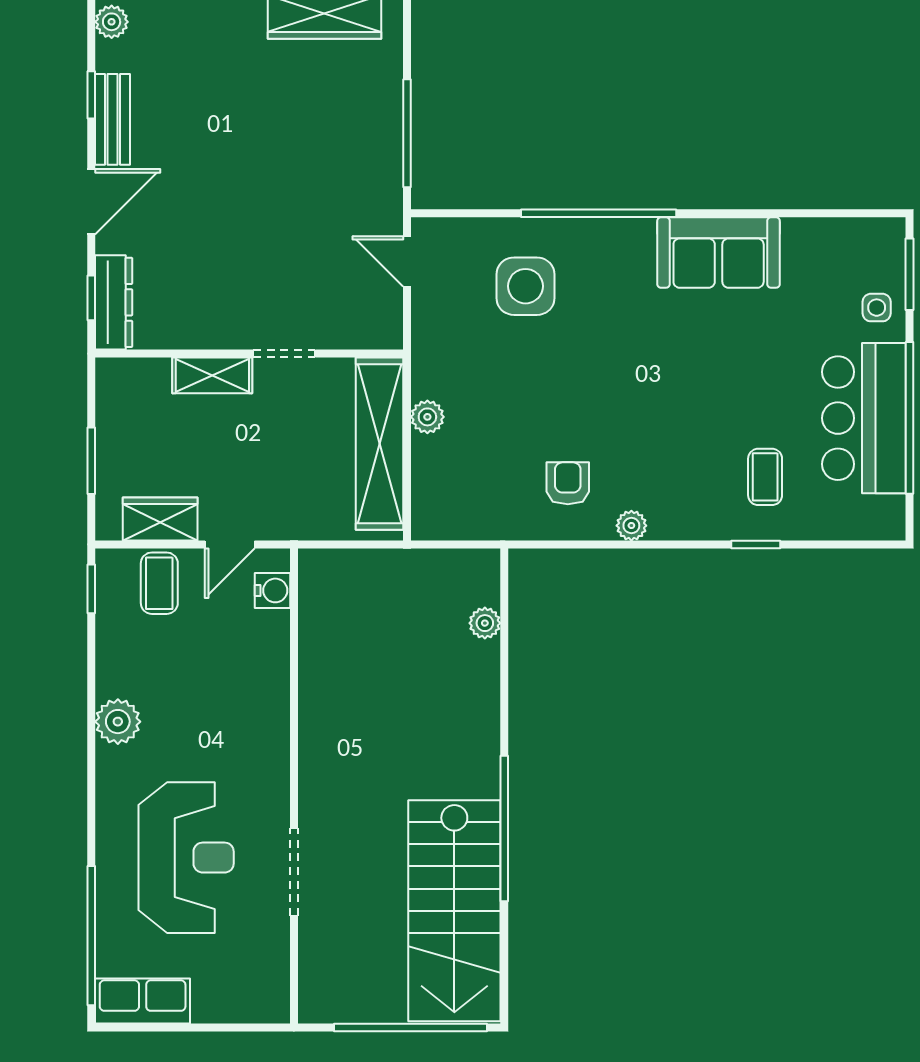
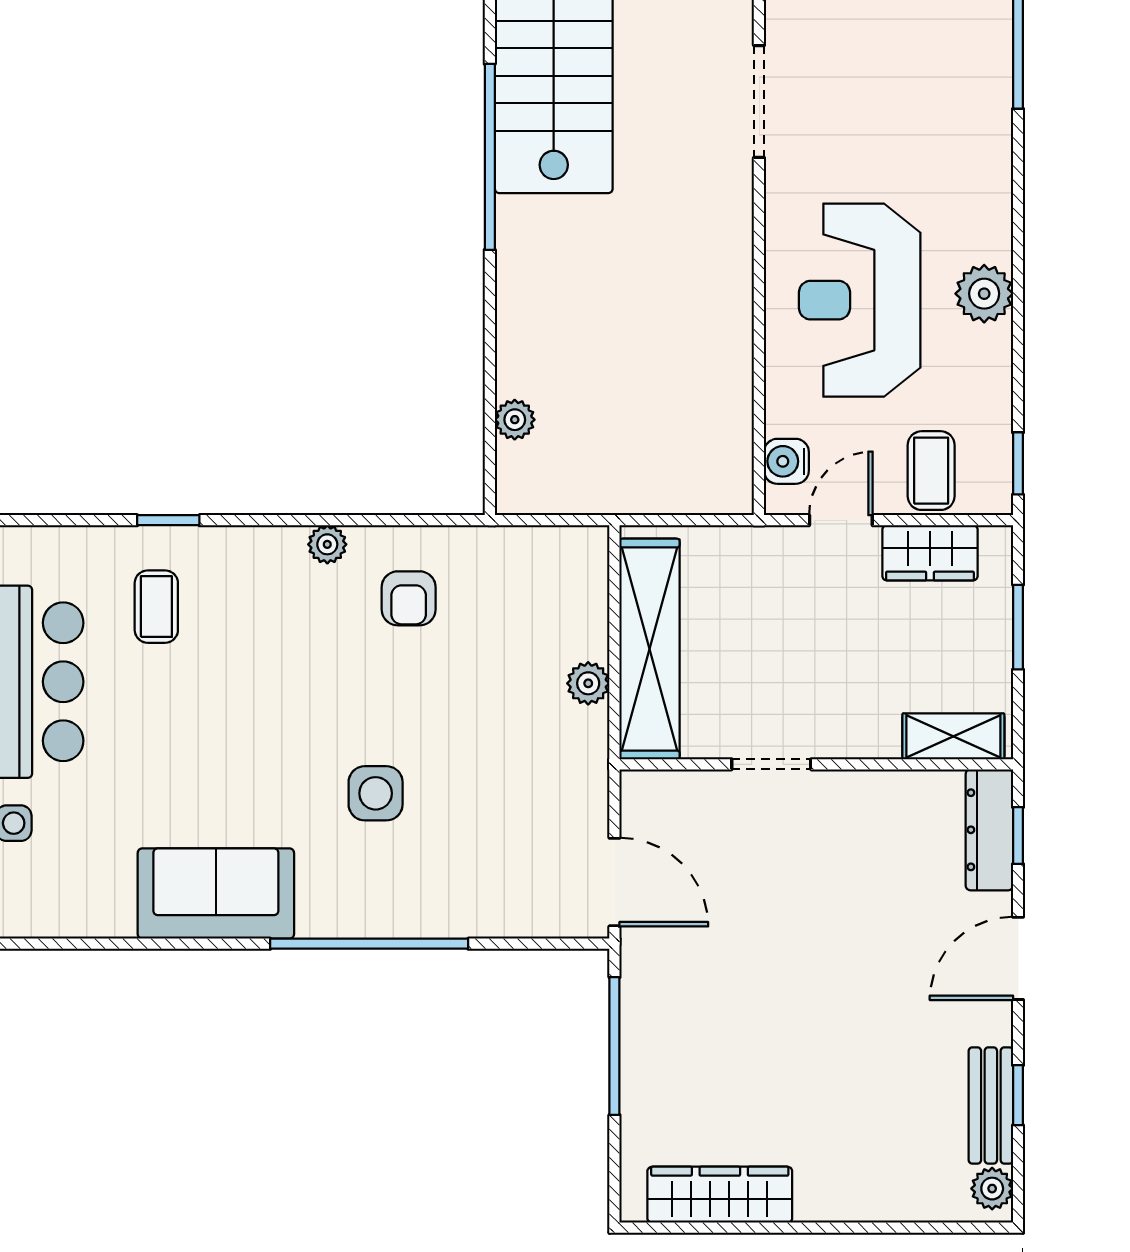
bench: (113, 119) -> (991, 1105), moved
door: (407, 261) -> (614, 882), width x1.37
side table: (525, 286) -> (376, 793), moved, width x0.73, depth x0.73
shelving: (212, 375) -> (953, 736), moved
reception desk: (186, 858) -> (860, 300), moved

